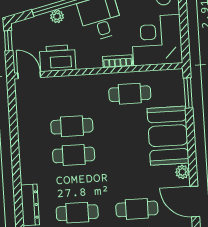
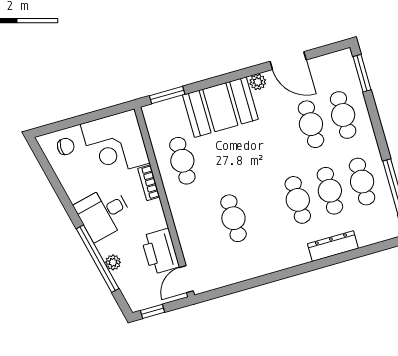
cafe table: (74, 155) -> (298, 200), moved
door: (195, 202) -> (288, 61), hinge flipped

